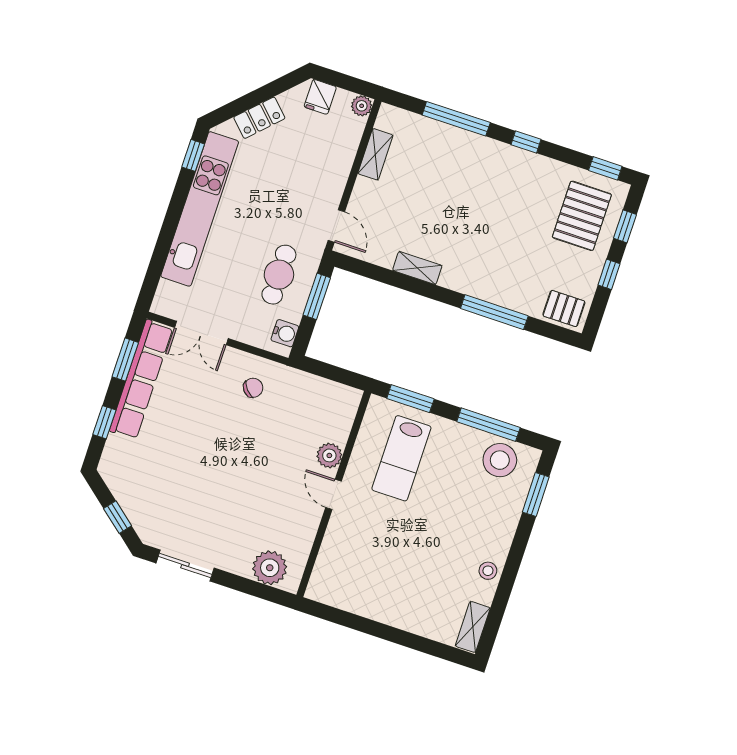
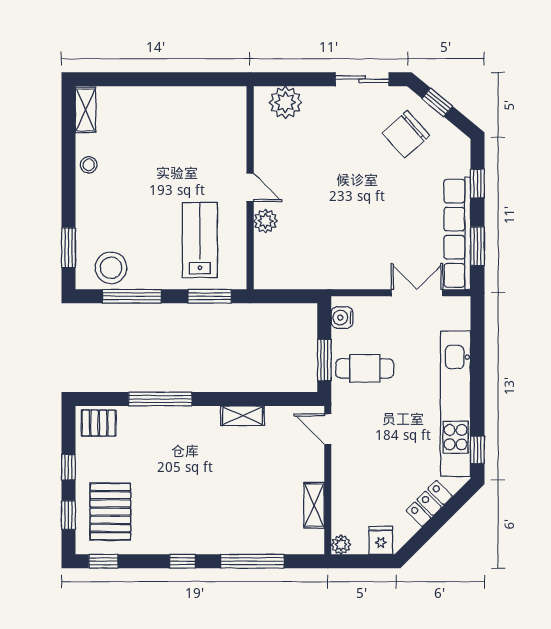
cafe table: (279, 275) -> (365, 368), turned 90
chair: (253, 388) -> (406, 134), moved, width x1.87, depth x1.87

